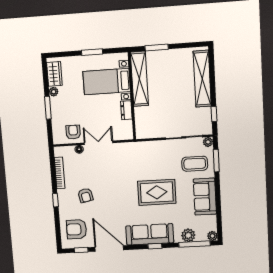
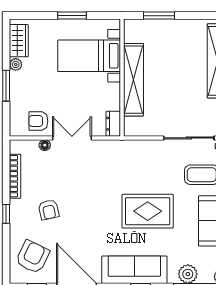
shelving: (139, 79) -> (133, 80), moved
dresser: (126, 110) -> (113, 124), moved
armchair: (73, 132) -> (38, 121), turned -90
armchair: (77, 229) -> (33, 257), turned 116

